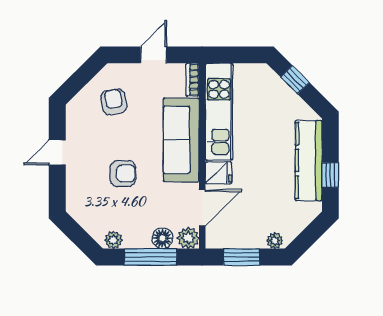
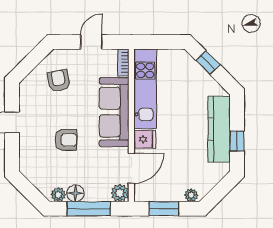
floor lamp: (162, 238) -> (75, 193), moved

